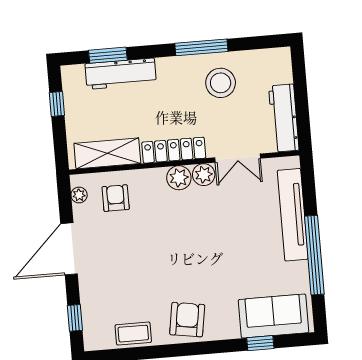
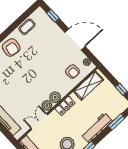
workbench: (121, 74) -> (97, 128), moved
locker: (174, 150) -> (65, 106), width x0.66
door: (69, 249) -> (75, 39), hinge flipped

